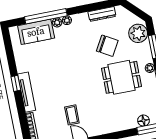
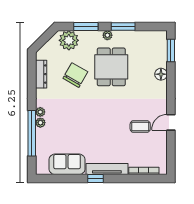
sofa: (36, 32) -> (67, 164), moved, turned -90
floor lamp: (144, 121) -> (161, 74), moved

